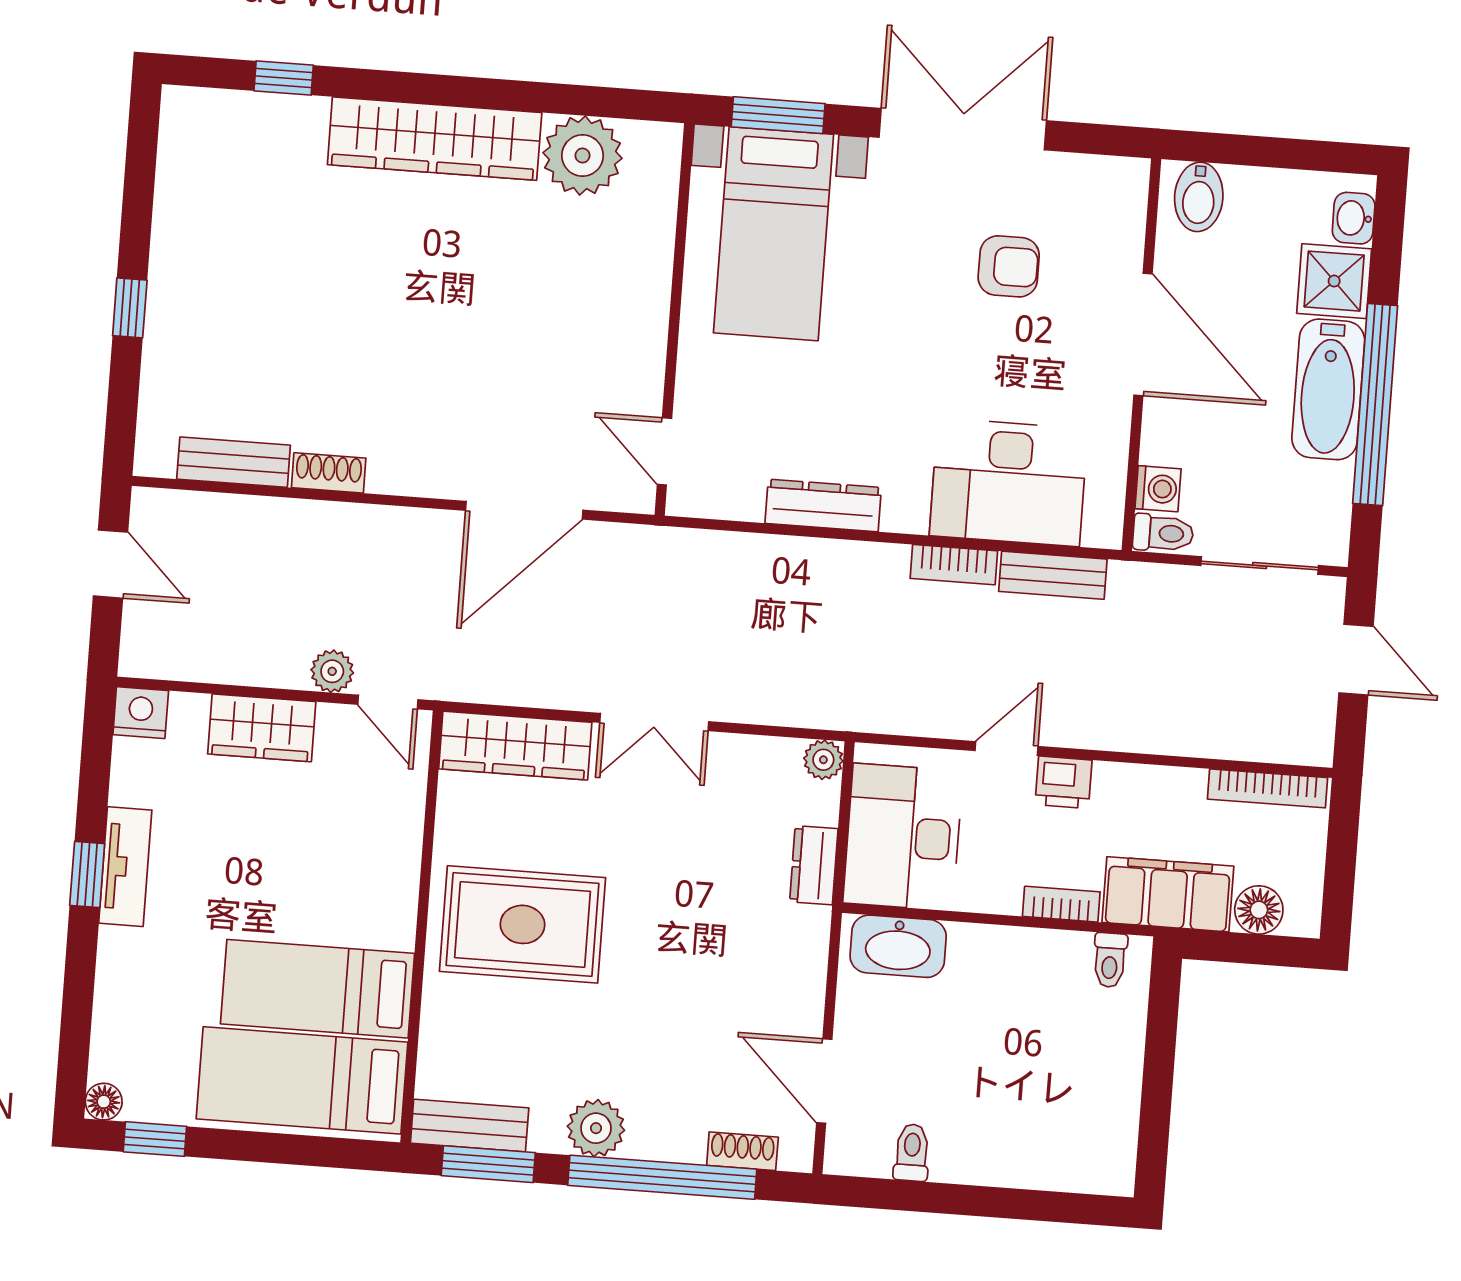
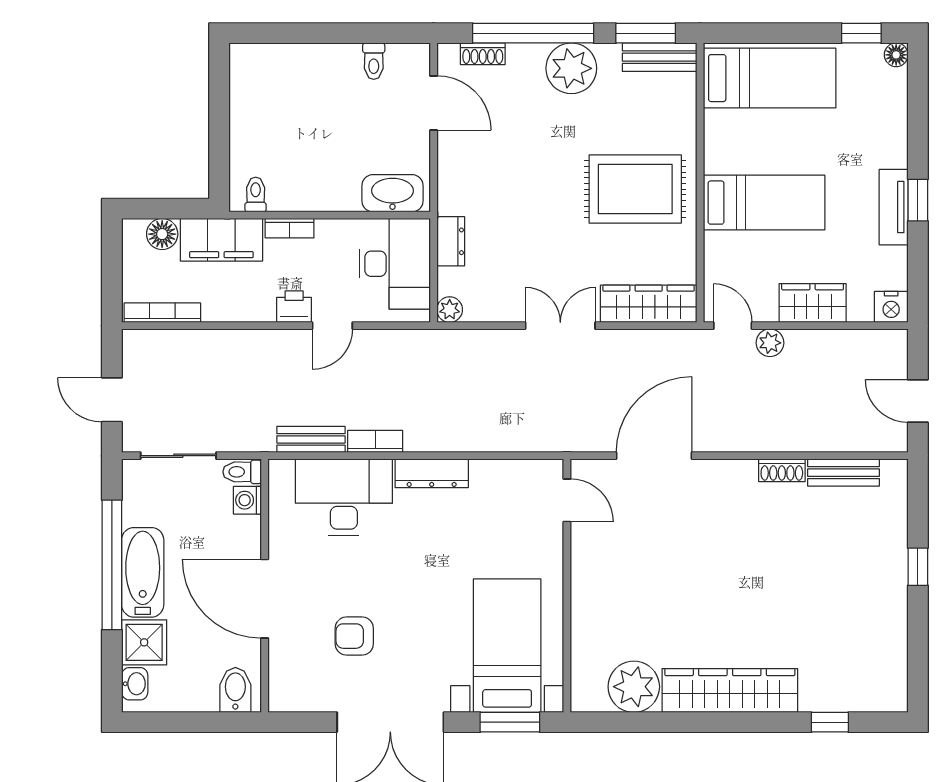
dresser: (823, 505) -> (432, 473), moved
bed: (317, 989) -> (764, 203), moved
plant: (596, 1128) -> (571, 68), width x1.36, depth x1.36

